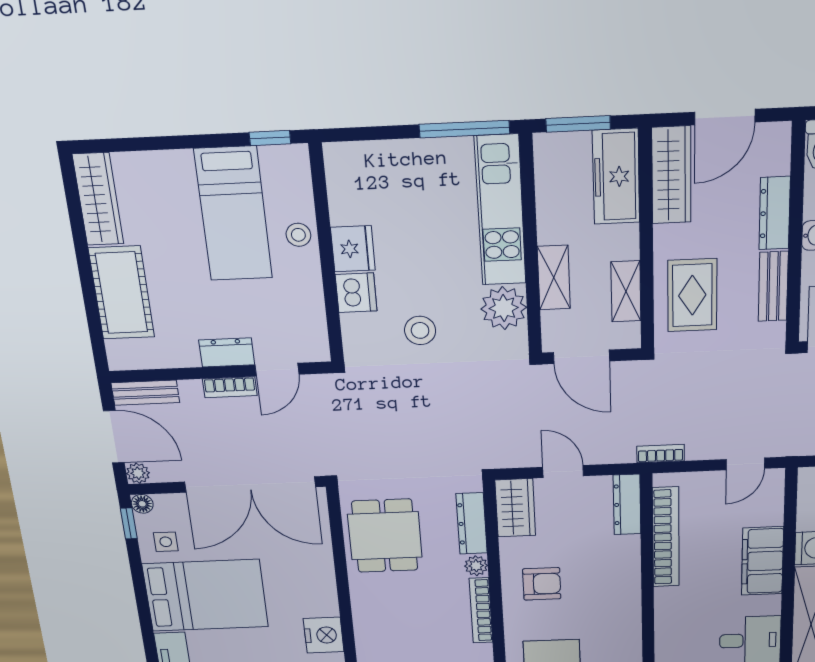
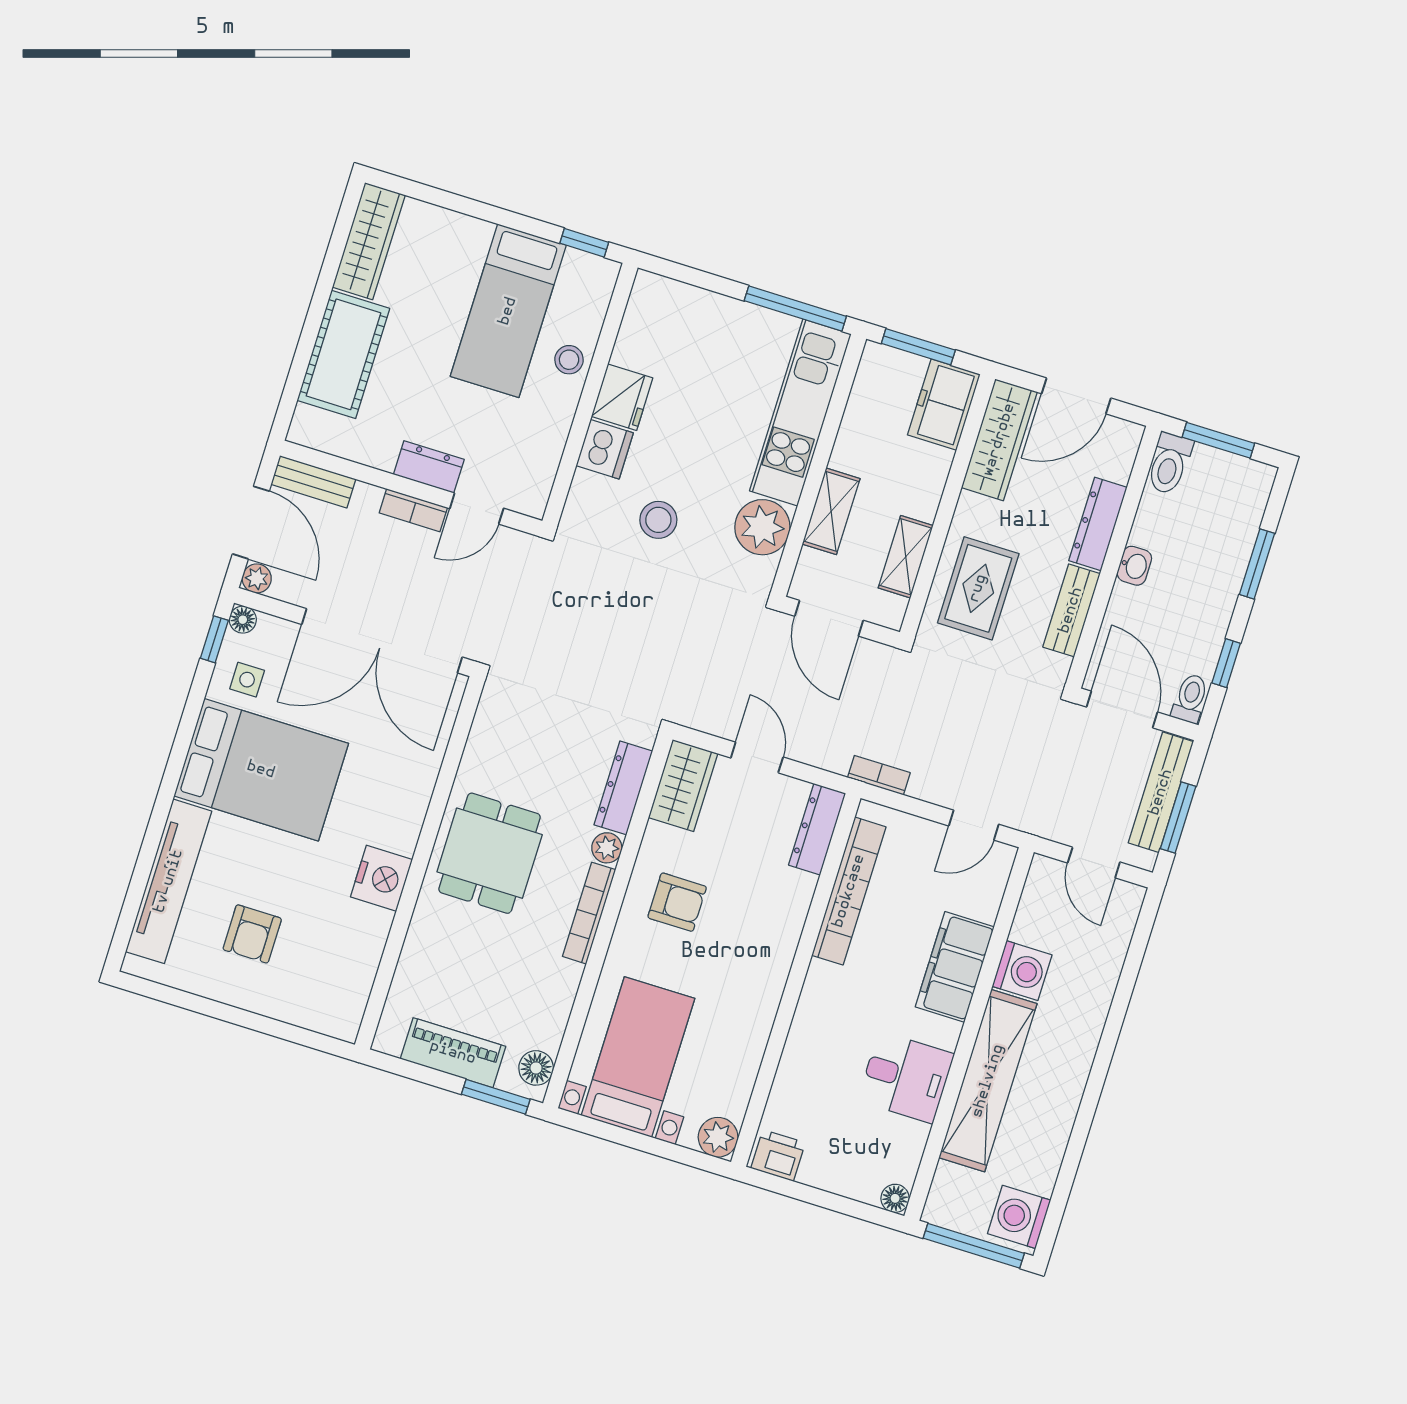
freezer: (616, 177) -> (944, 405), width x0.71
dining table: (385, 536) -> (490, 853), moved

